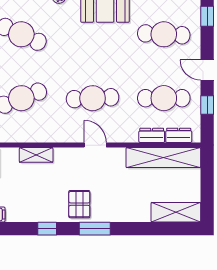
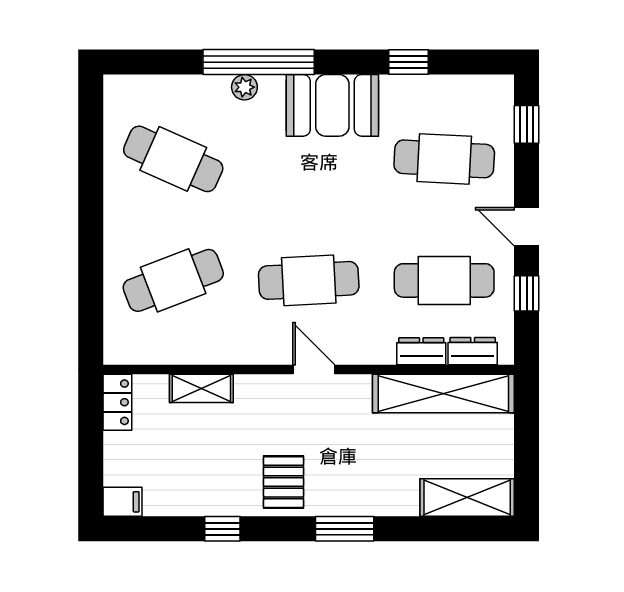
window: (95, 229) -> (345, 529), moved

